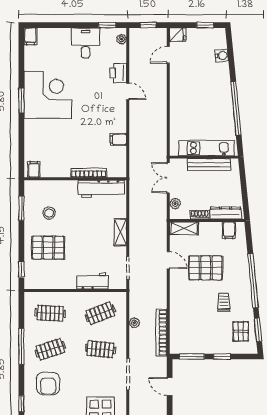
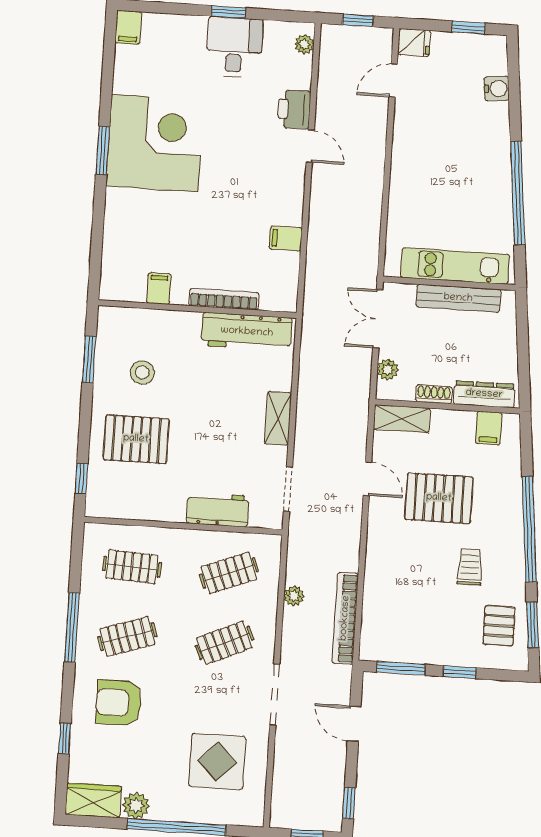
window: (107, 25) -> (228, 12), moved
filing cabinet: (34, 169) -> (159, 288), moved
clothes rail: (100, 349) -> (224, 643), turned -30
armchair: (48, 383) -> (119, 703), turned 90

